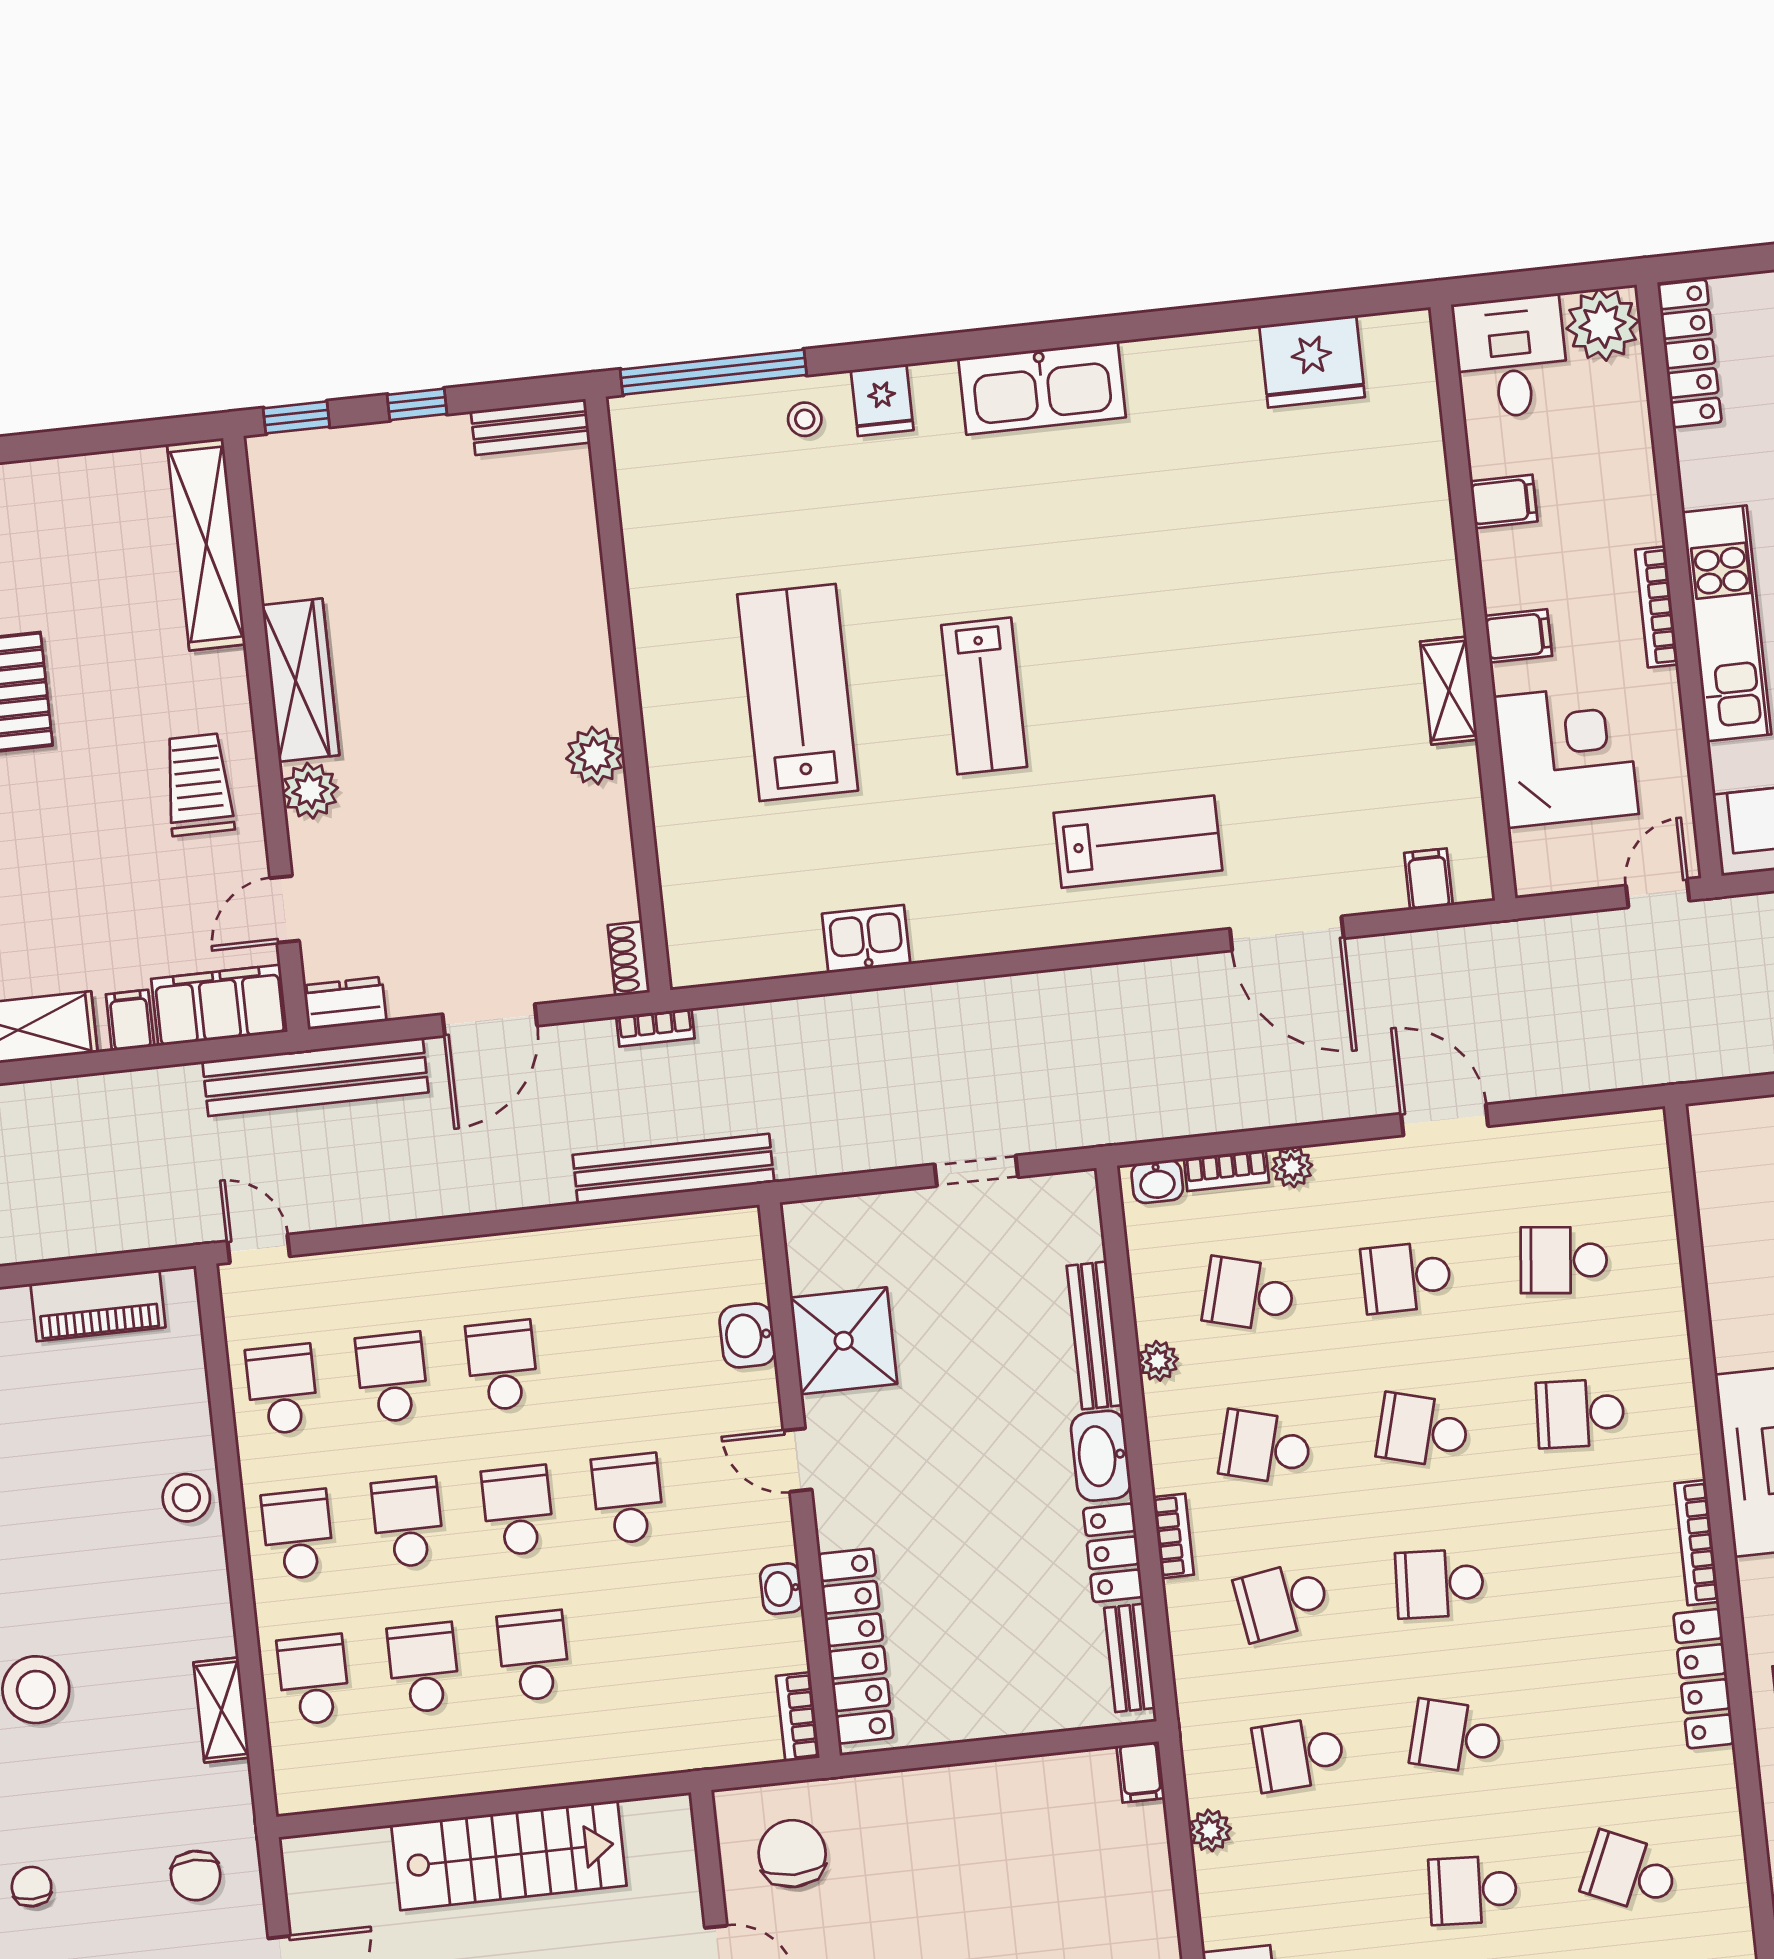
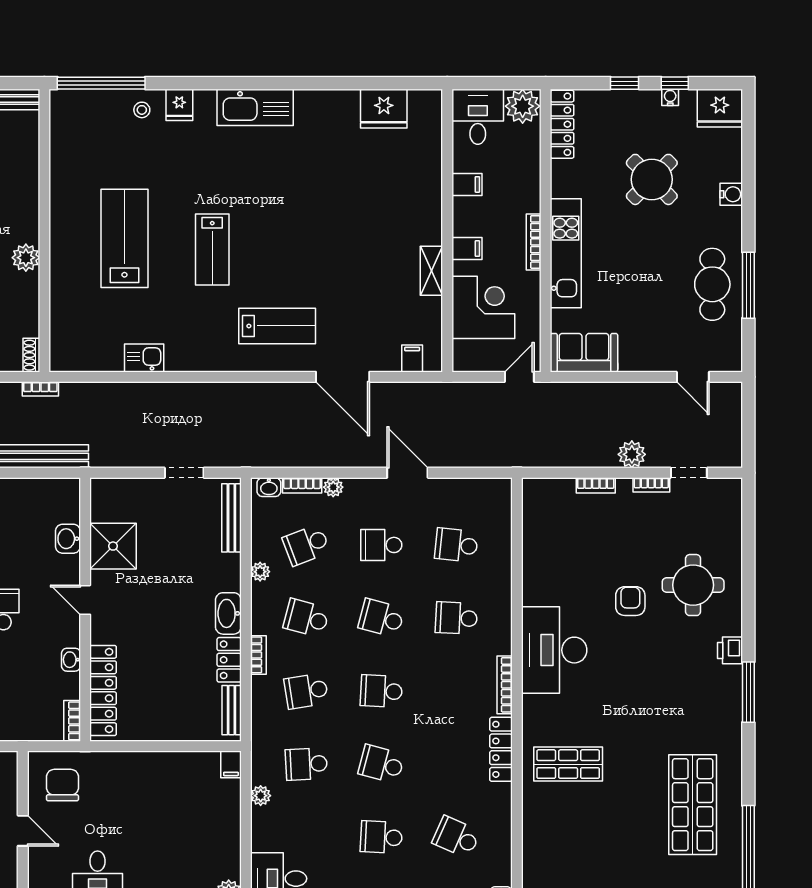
school desk: (1249, 1294) -> (306, 545), turned -36
bench: (1094, 1335) -> (231, 518), moved

